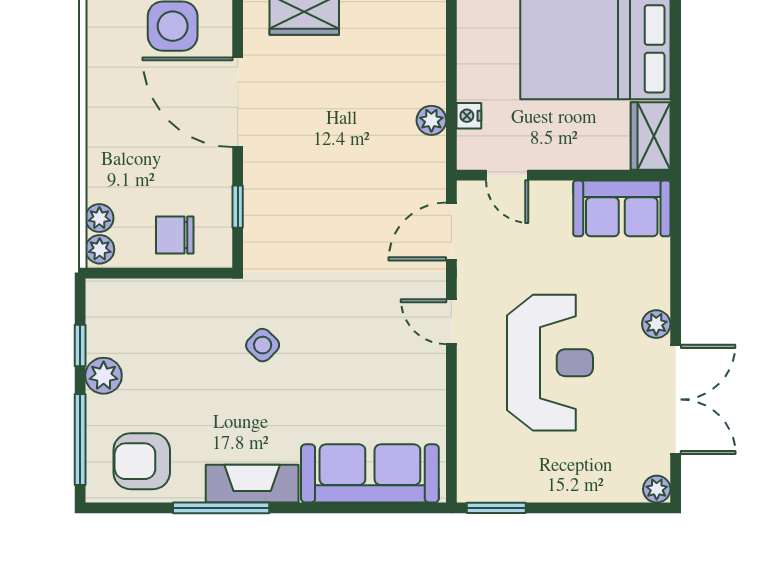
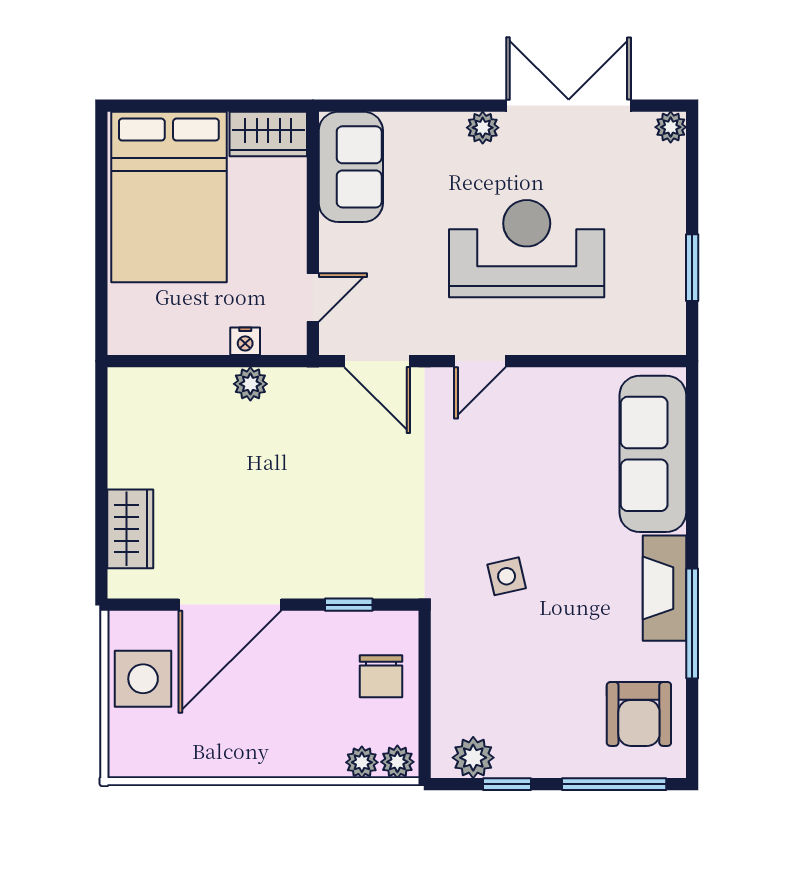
side table: (263, 345) -> (507, 576), turned 33
plant: (104, 376) -> (473, 758), moved
window: (496, 508) -> (692, 268), moved

